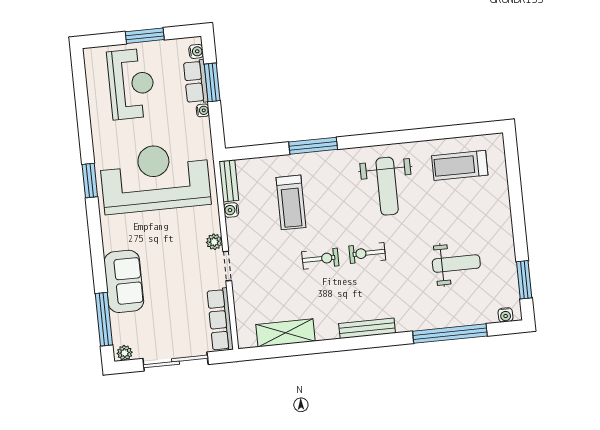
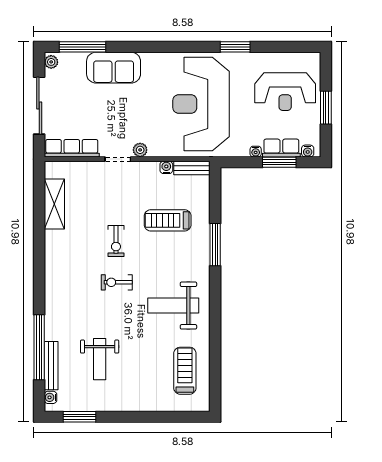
reception desk: (155, 178) -> (201, 104), turned 180
window: (90, 181) -> (235, 47), moved
exercise bike: (367, 253) -> (117, 282), turned -90
bench: (367, 328) -> (51, 366), moved

